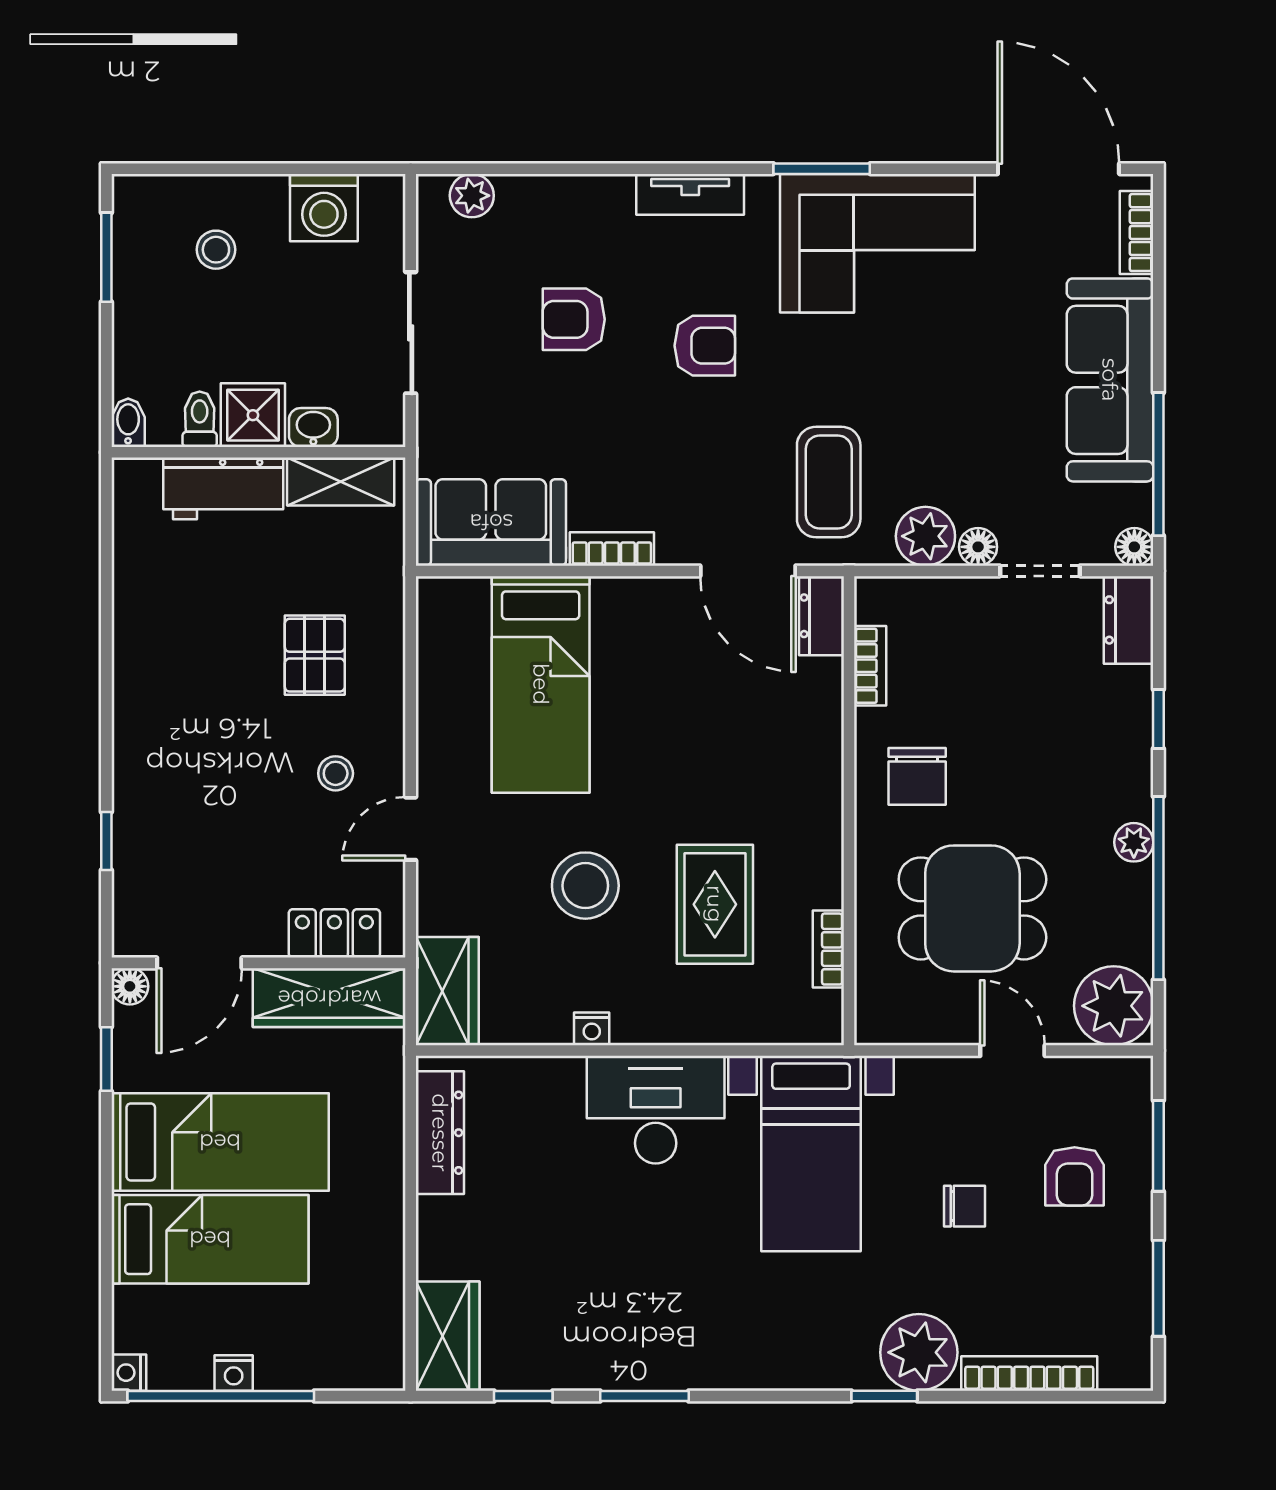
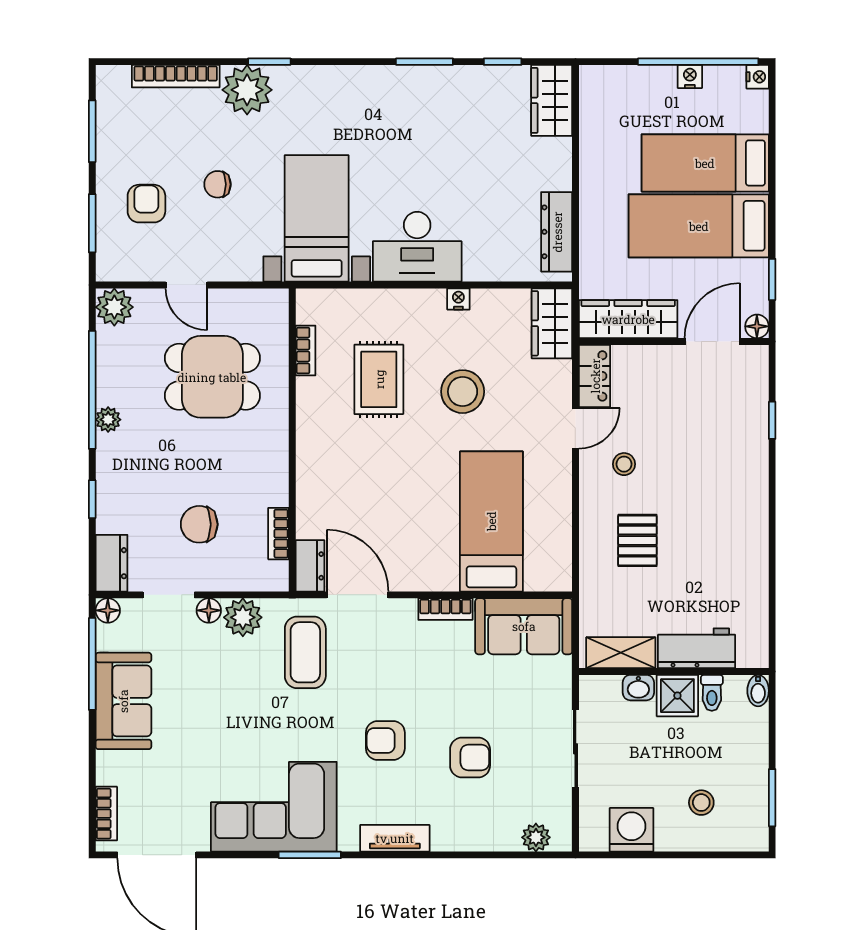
sofa: (1110, 380) -> (123, 701), width x0.73
chair: (917, 776) -> (199, 524), moved, turned -90
locker: (334, 933) -> (595, 376), moved, turned -90
plant: (1114, 1006) -> (114, 307), width x0.73, depth x0.73

